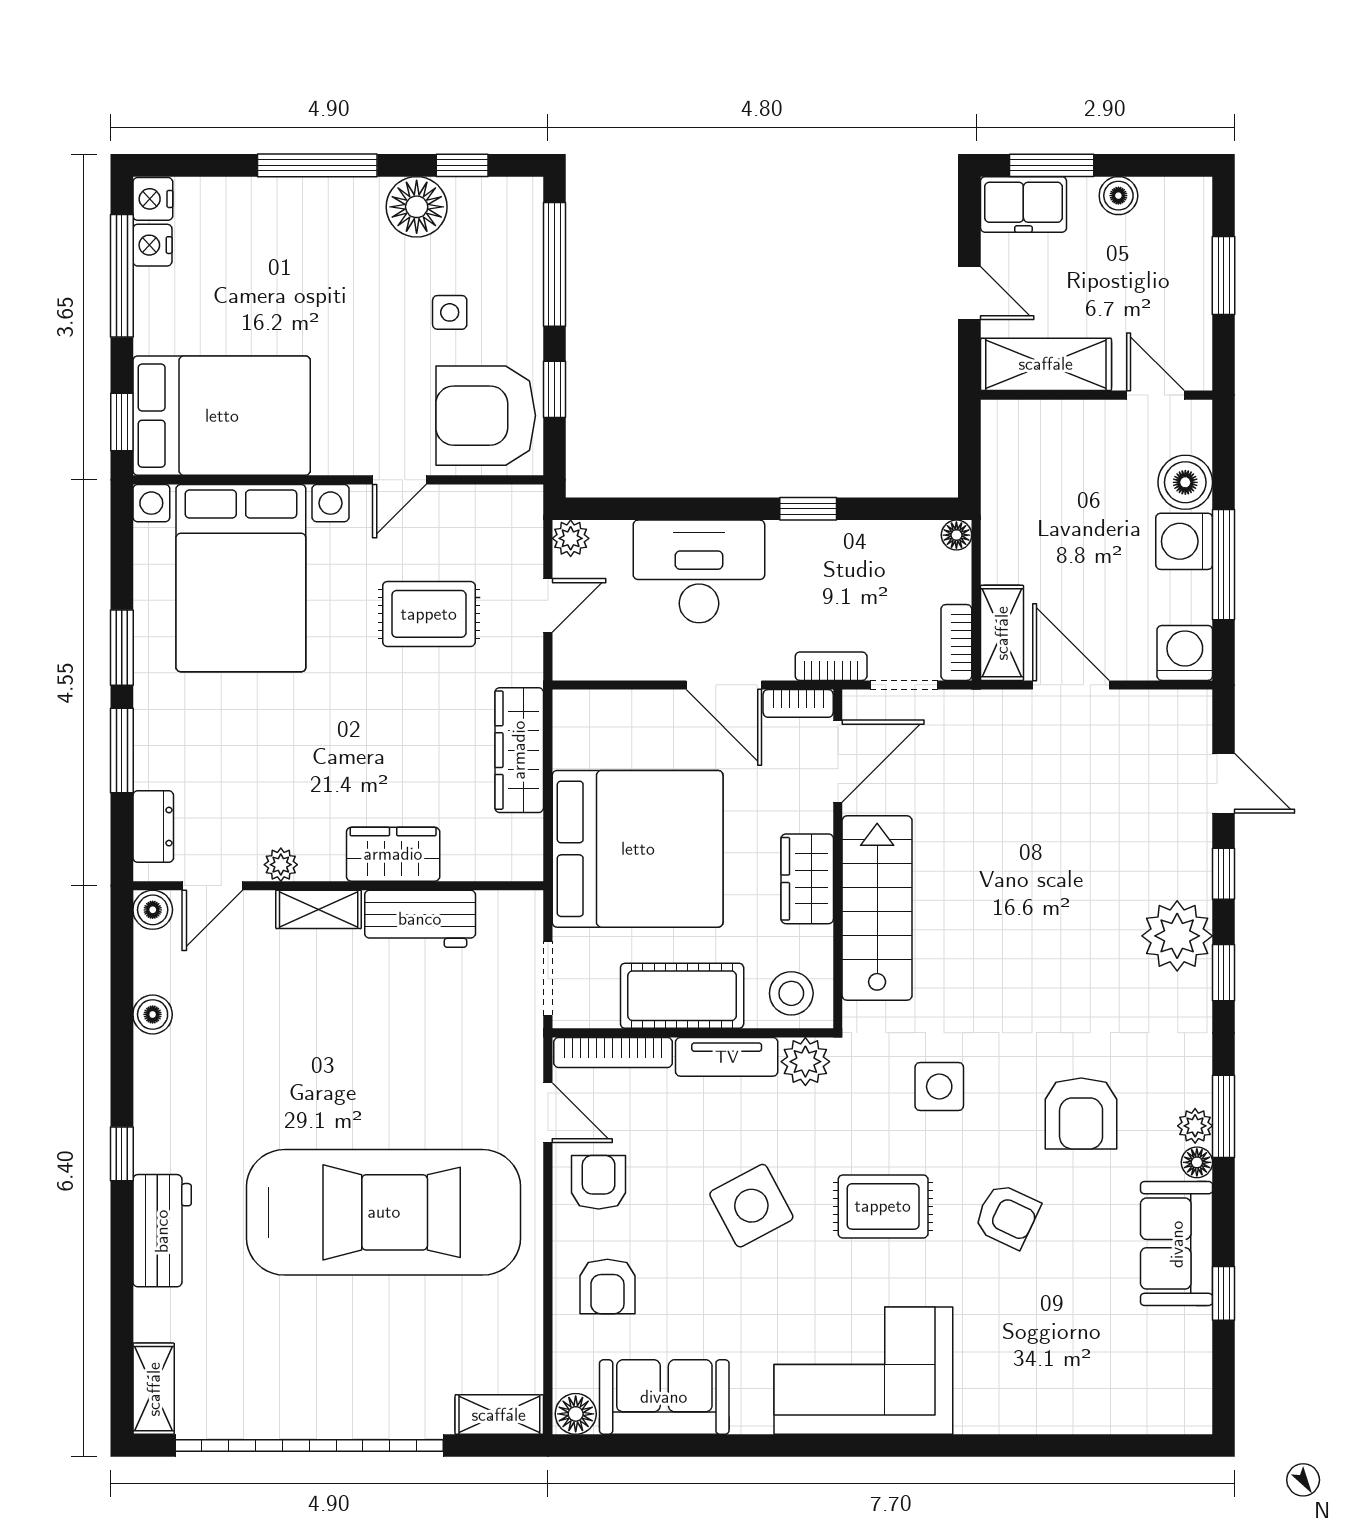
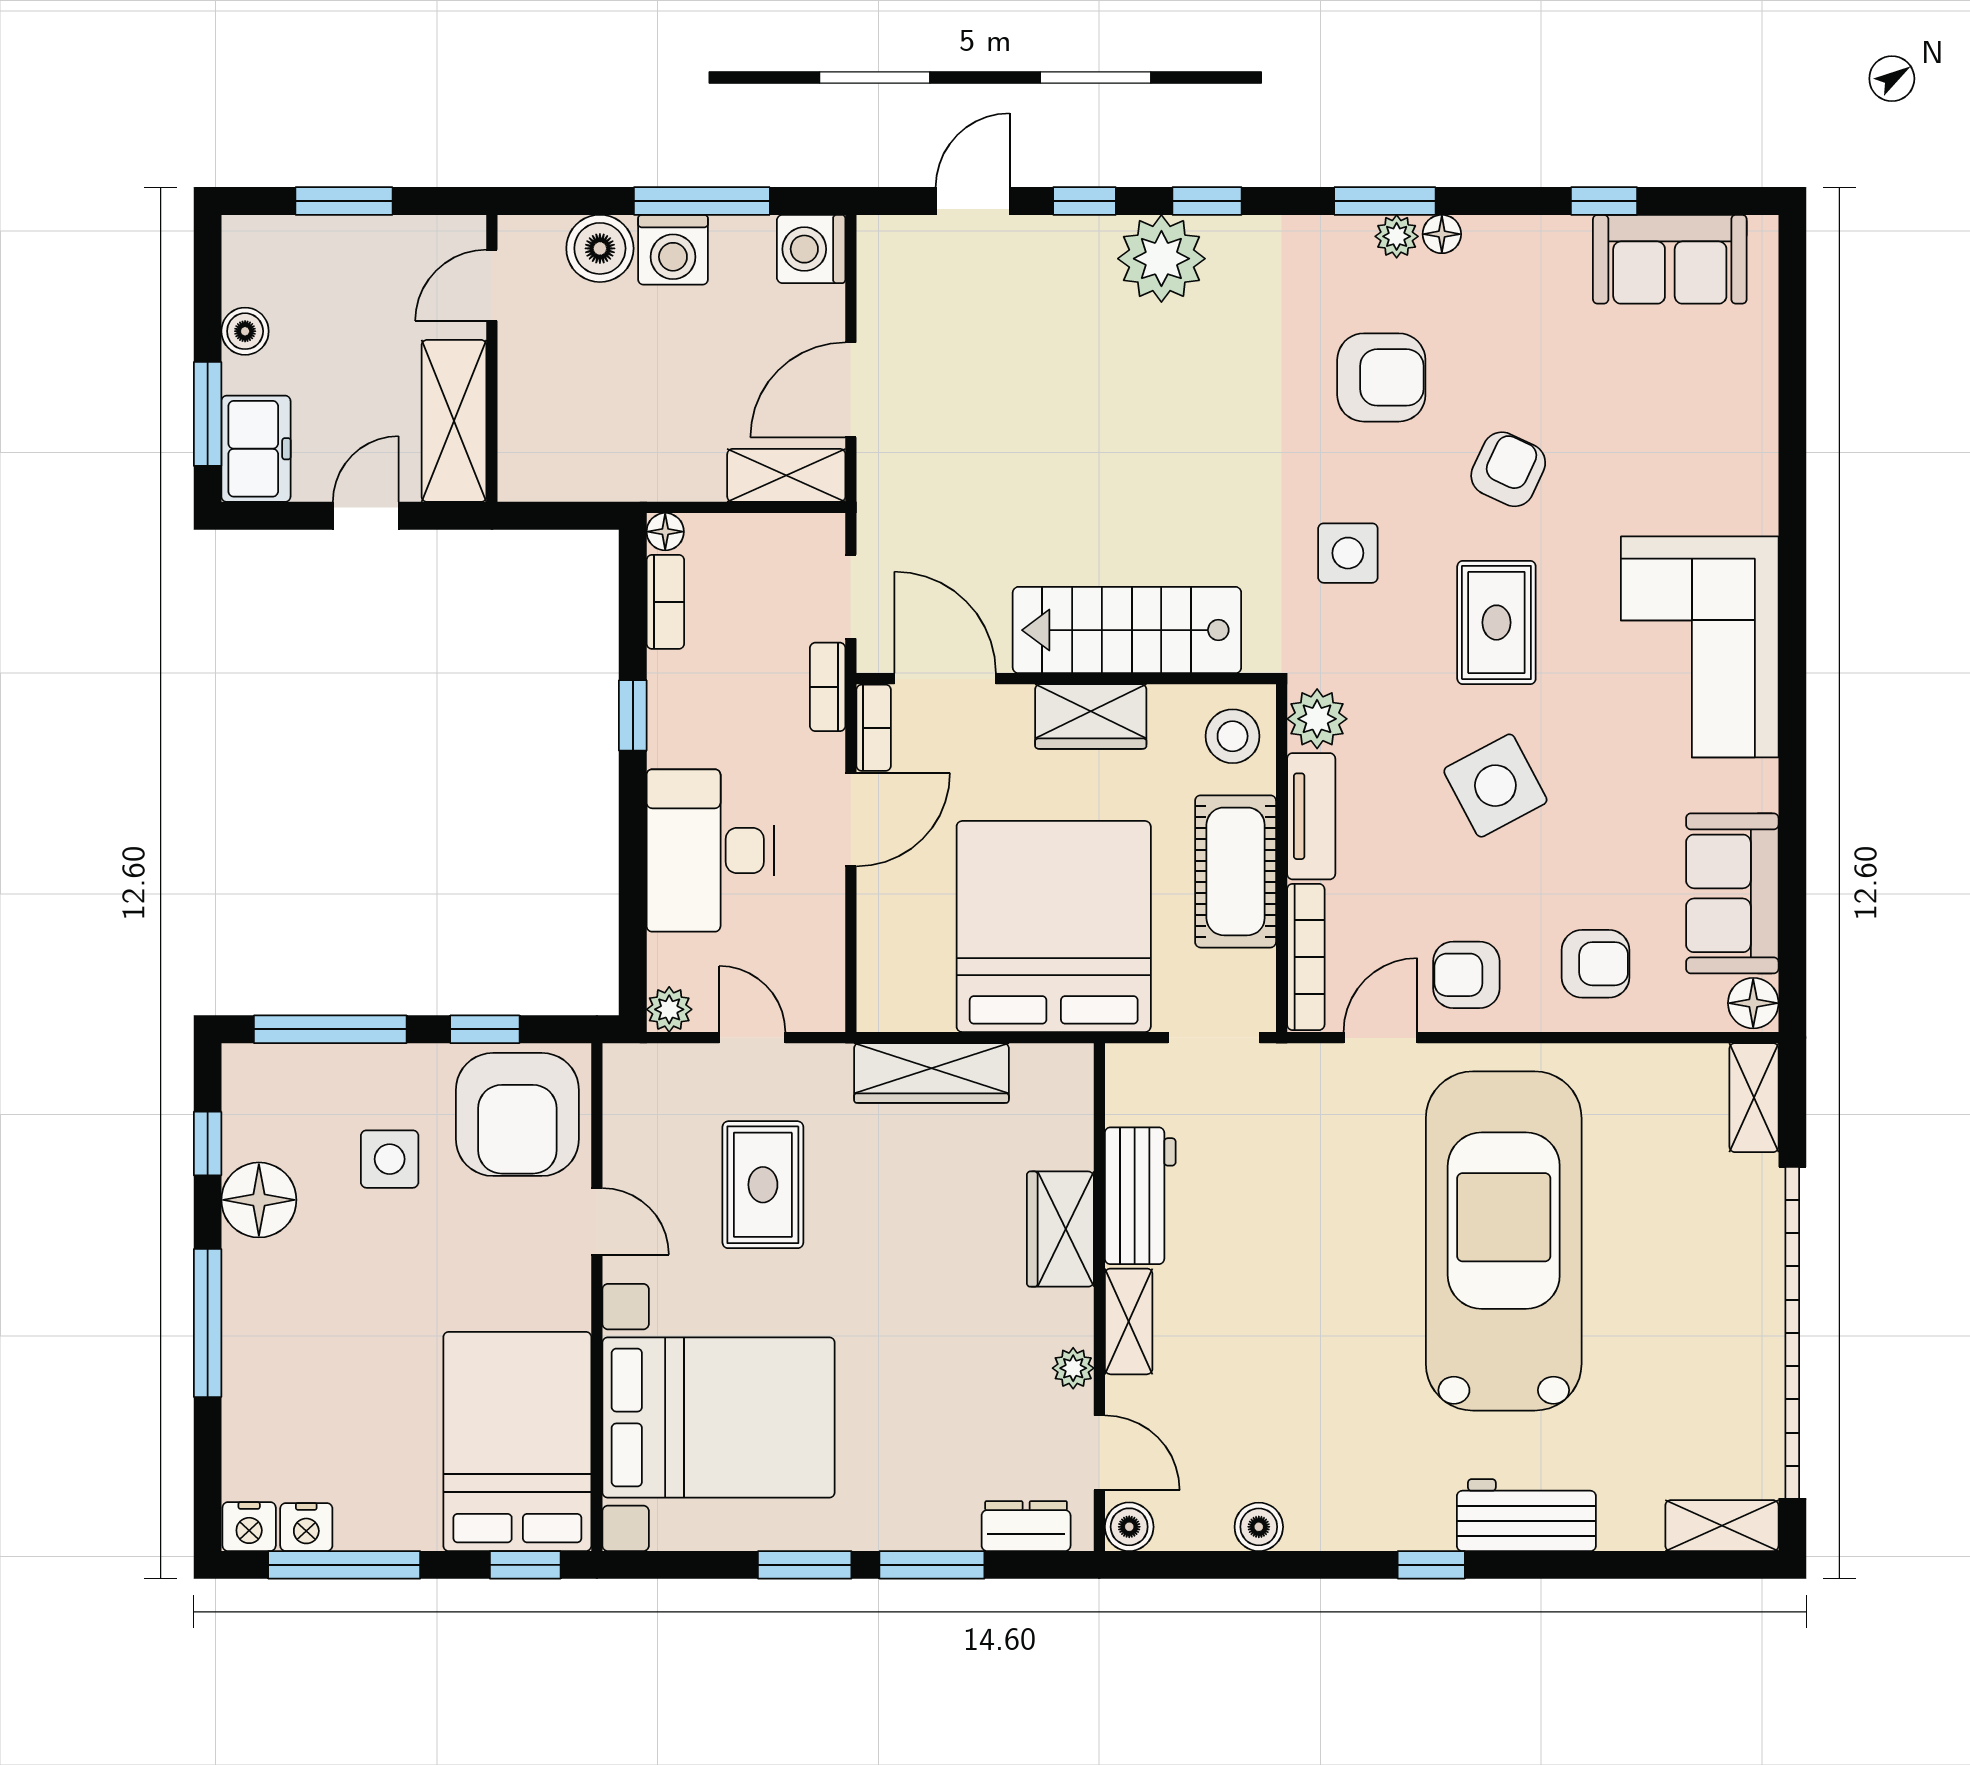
side table: (450, 312) -> (390, 1159), width x1.37, depth x1.37
bookcase: (956, 642) -> (665, 602), moved, turned -90
sofa: (1177, 1244) -> (1670, 259), moved

